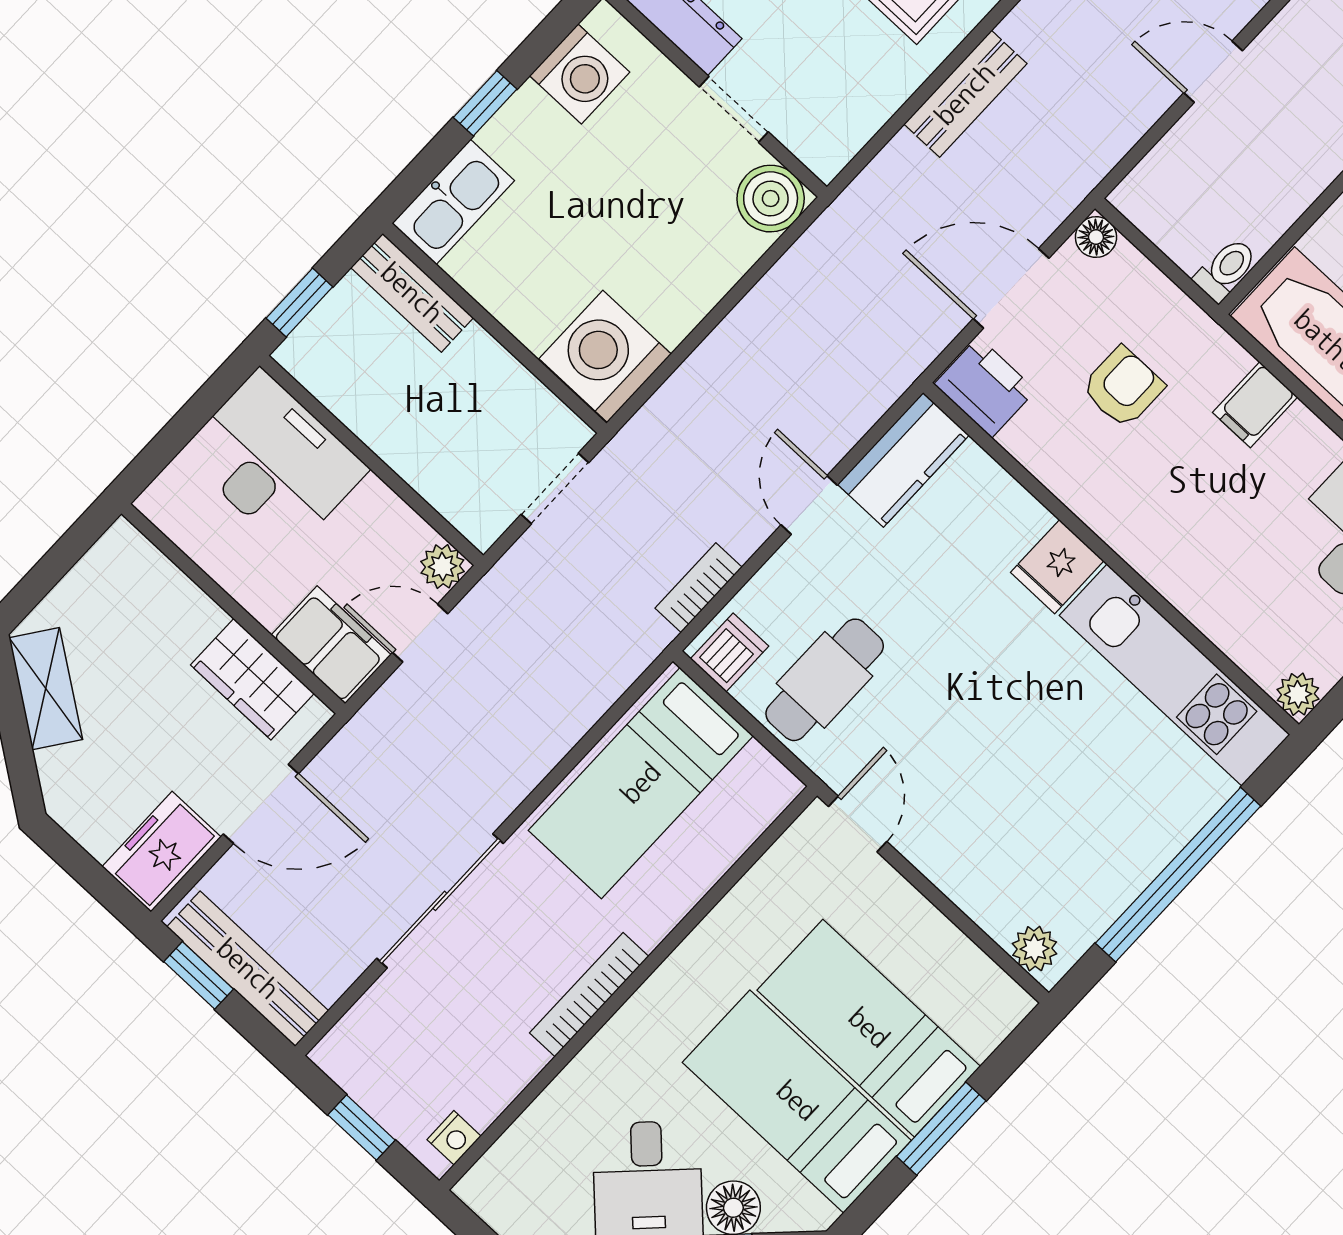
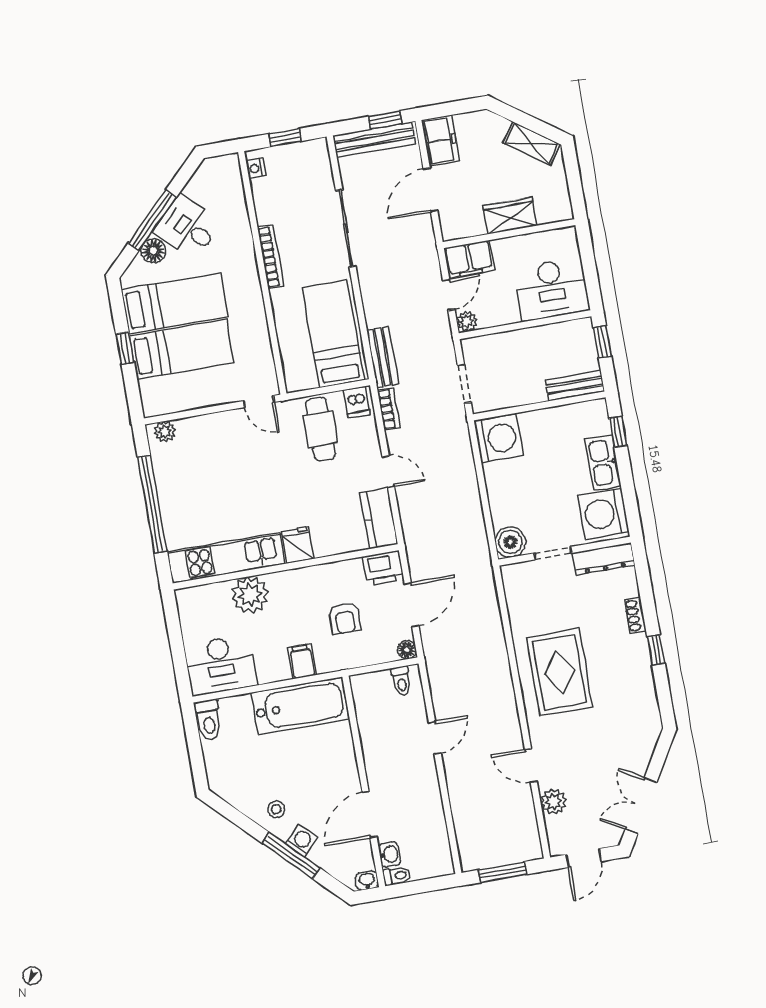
washing machine: (580, 74) -> (603, 514), width x1.37, depth x1.37
bench: (965, 94) -> (383, 357), moved
window: (485, 103) -> (618, 432), moved
kitchen sink: (453, 202) -> (603, 463), moved
toilet: (1226, 270) -> (401, 681), moved
wardrobe: (252, 679) -> (510, 216), moved
plant: (1298, 694) -> (250, 595), moved, width x1.88, depth x1.88
window: (941, 1129) -> (125, 348), width x0.67

